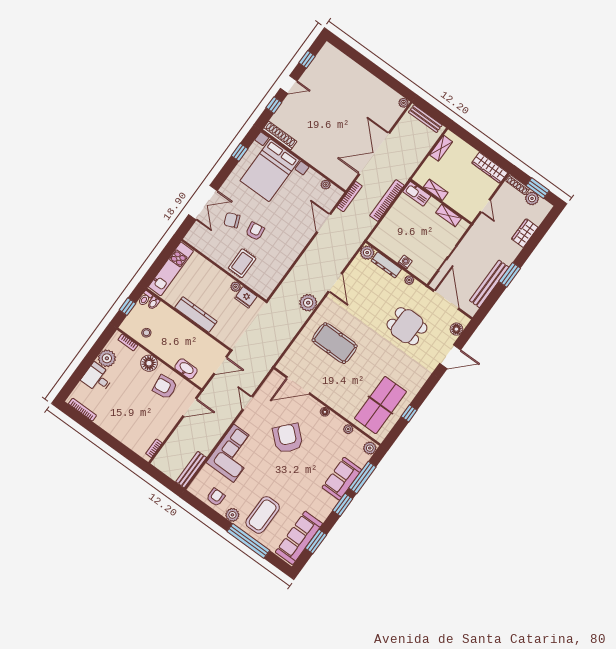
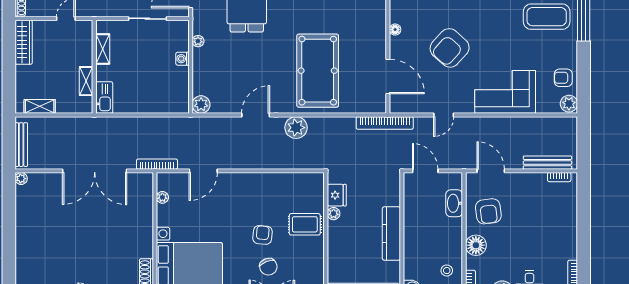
bookcase: (387, 201) -> (385, 123), moved
armchair: (255, 231) -> (263, 235), turned 104
dresser: (386, 265) -> (199, 76), removed
pool table: (335, 343) -> (318, 71), width x1.36, depth x1.32
bench: (191, 470) -> (547, 163), moved
plant: (232, 515) -> (569, 104), moved

